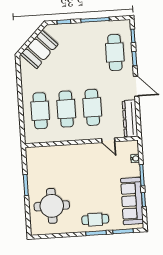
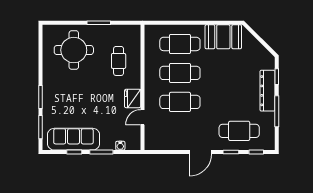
booth: (39, 49) -> (223, 37), moved, turned -45
dresser: (130, 119) -> (267, 91), moved, turned -90
fridge: (92, 150) -> (133, 98), added
cafe table: (95, 220) -> (119, 61), moved

